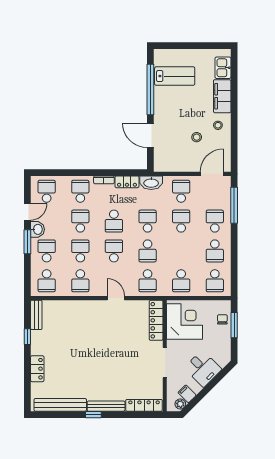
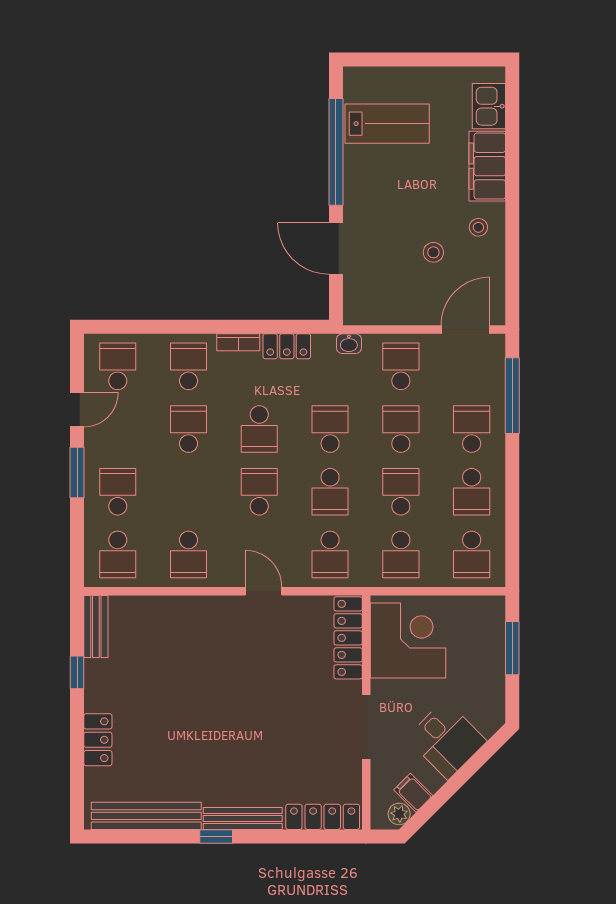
washbasin: (151, 183) -> (349, 344), width x0.52, depth x0.69
washbasin: (37, 229) -> (98, 446), removed
school desk: (80, 251) -> (401, 492), moved
chair: (222, 319) -> (488, 636), removed

